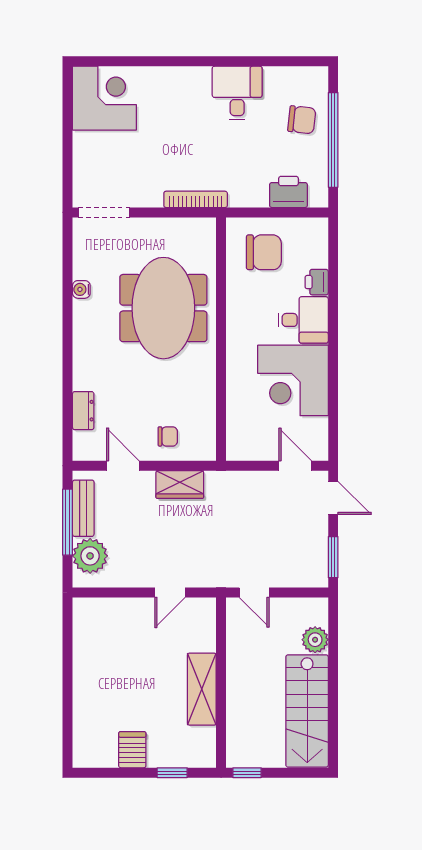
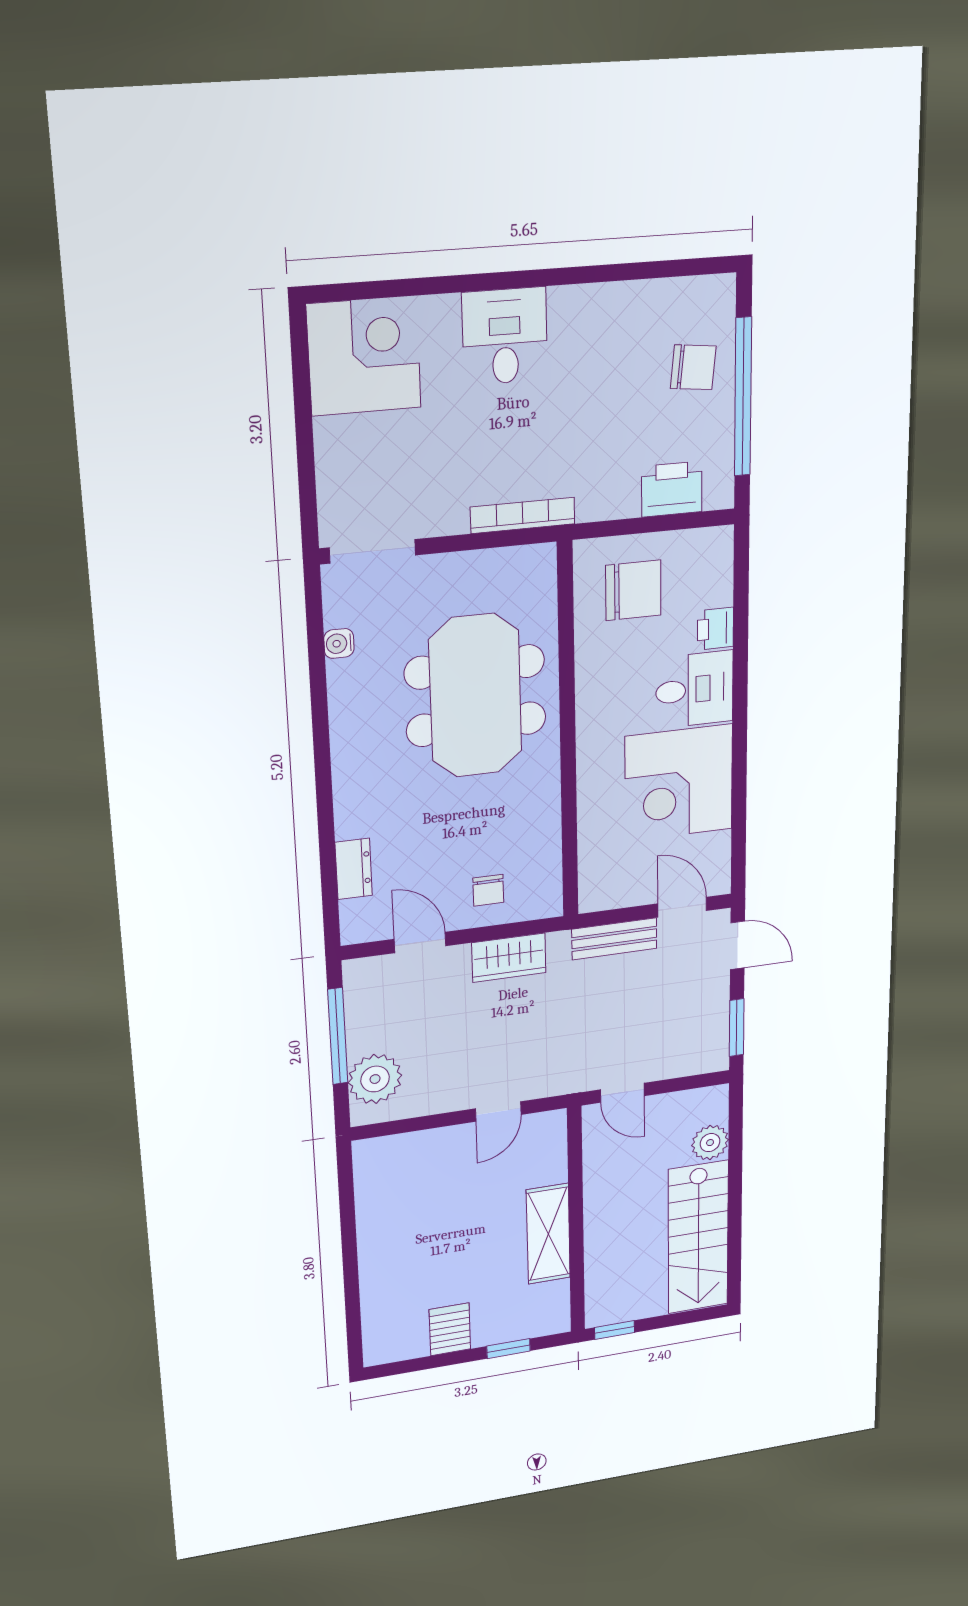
desk: (237, 93) -> (505, 336), moved
water cooler: (81, 289) -> (339, 643), moved
chair: (168, 436) -> (488, 890), turned 90
bench: (83, 508) -> (614, 939), moved, turned 90

